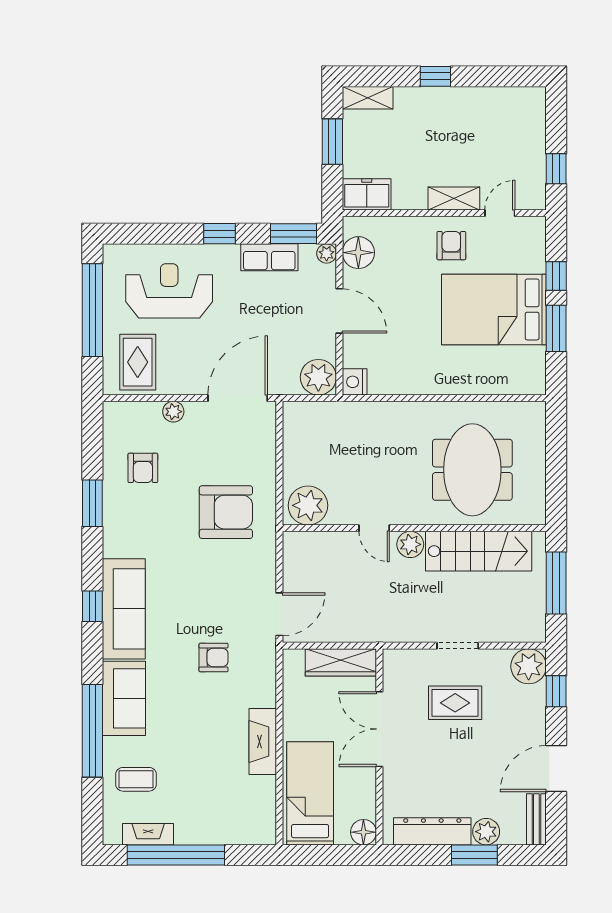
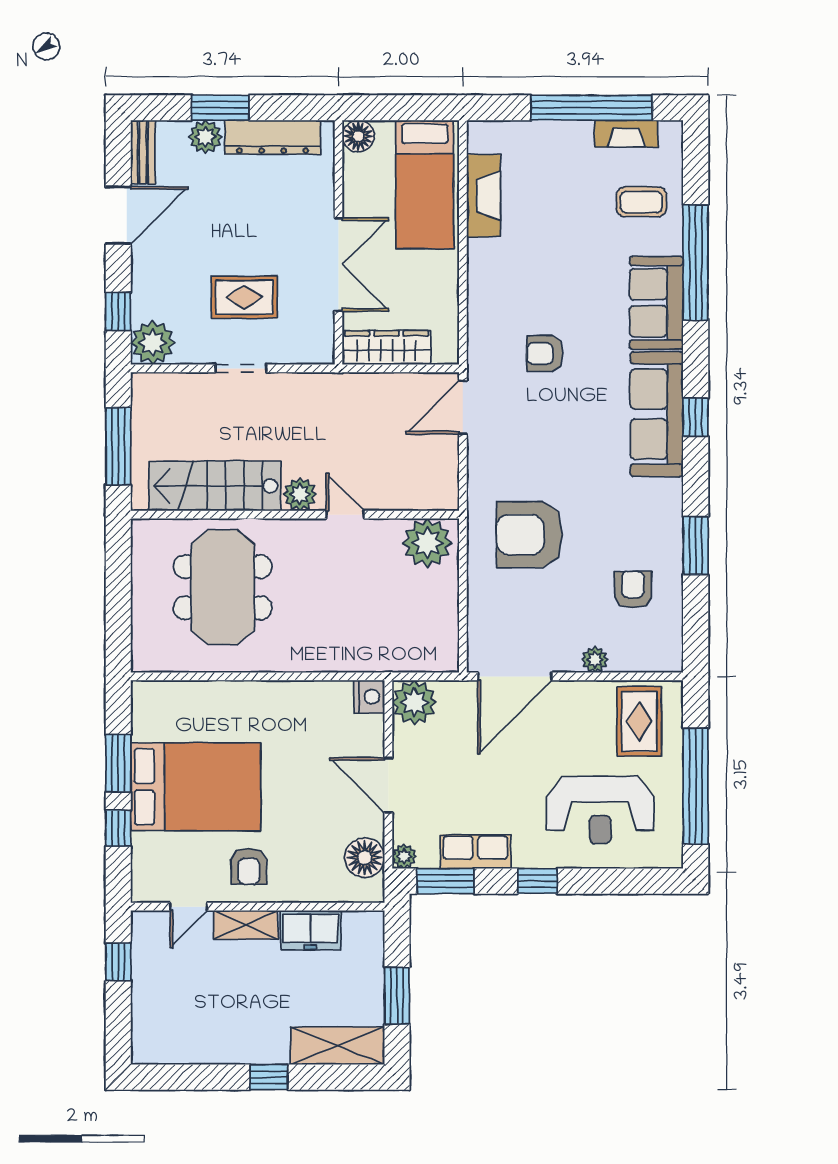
shelving: (368, 98) -> (337, 1046), width x1.50, depth x1.33
freezer: (367, 194) -> (311, 930), moved
fireplace: (263, 741) -> (484, 196), moved

